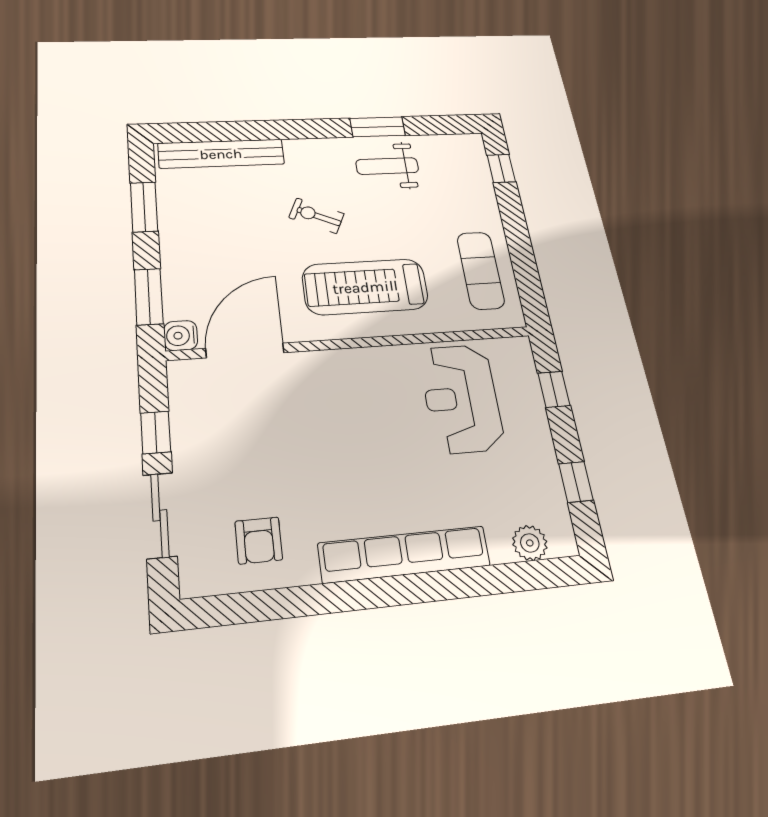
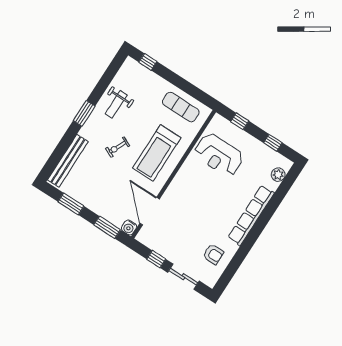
window: (378, 127) -> (84, 113), moved

